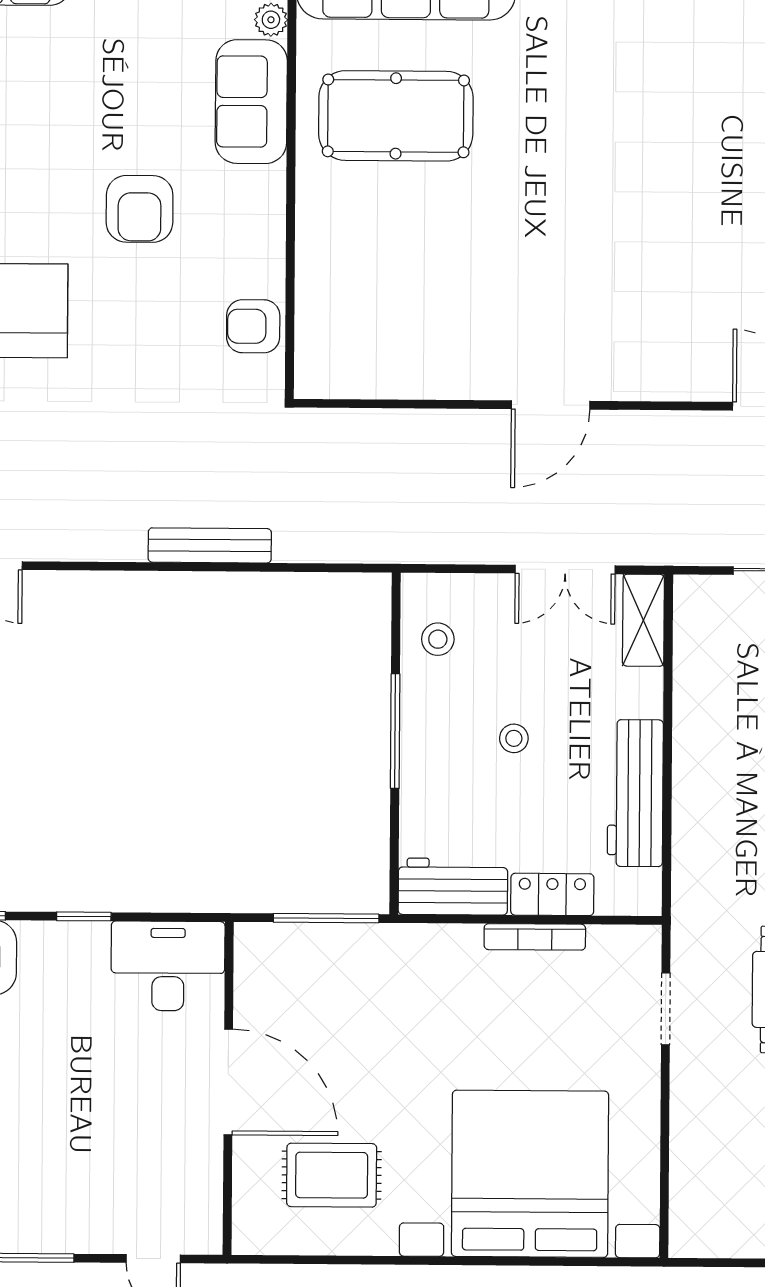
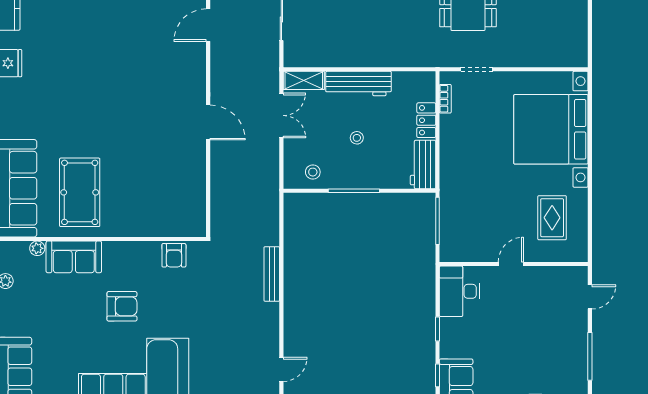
workbench: (635, 793) -> (358, 84), moved
bookcase: (535, 937) -> (445, 99), moved, width x0.64
door: (228, 1082) -> (511, 264), width x0.53

